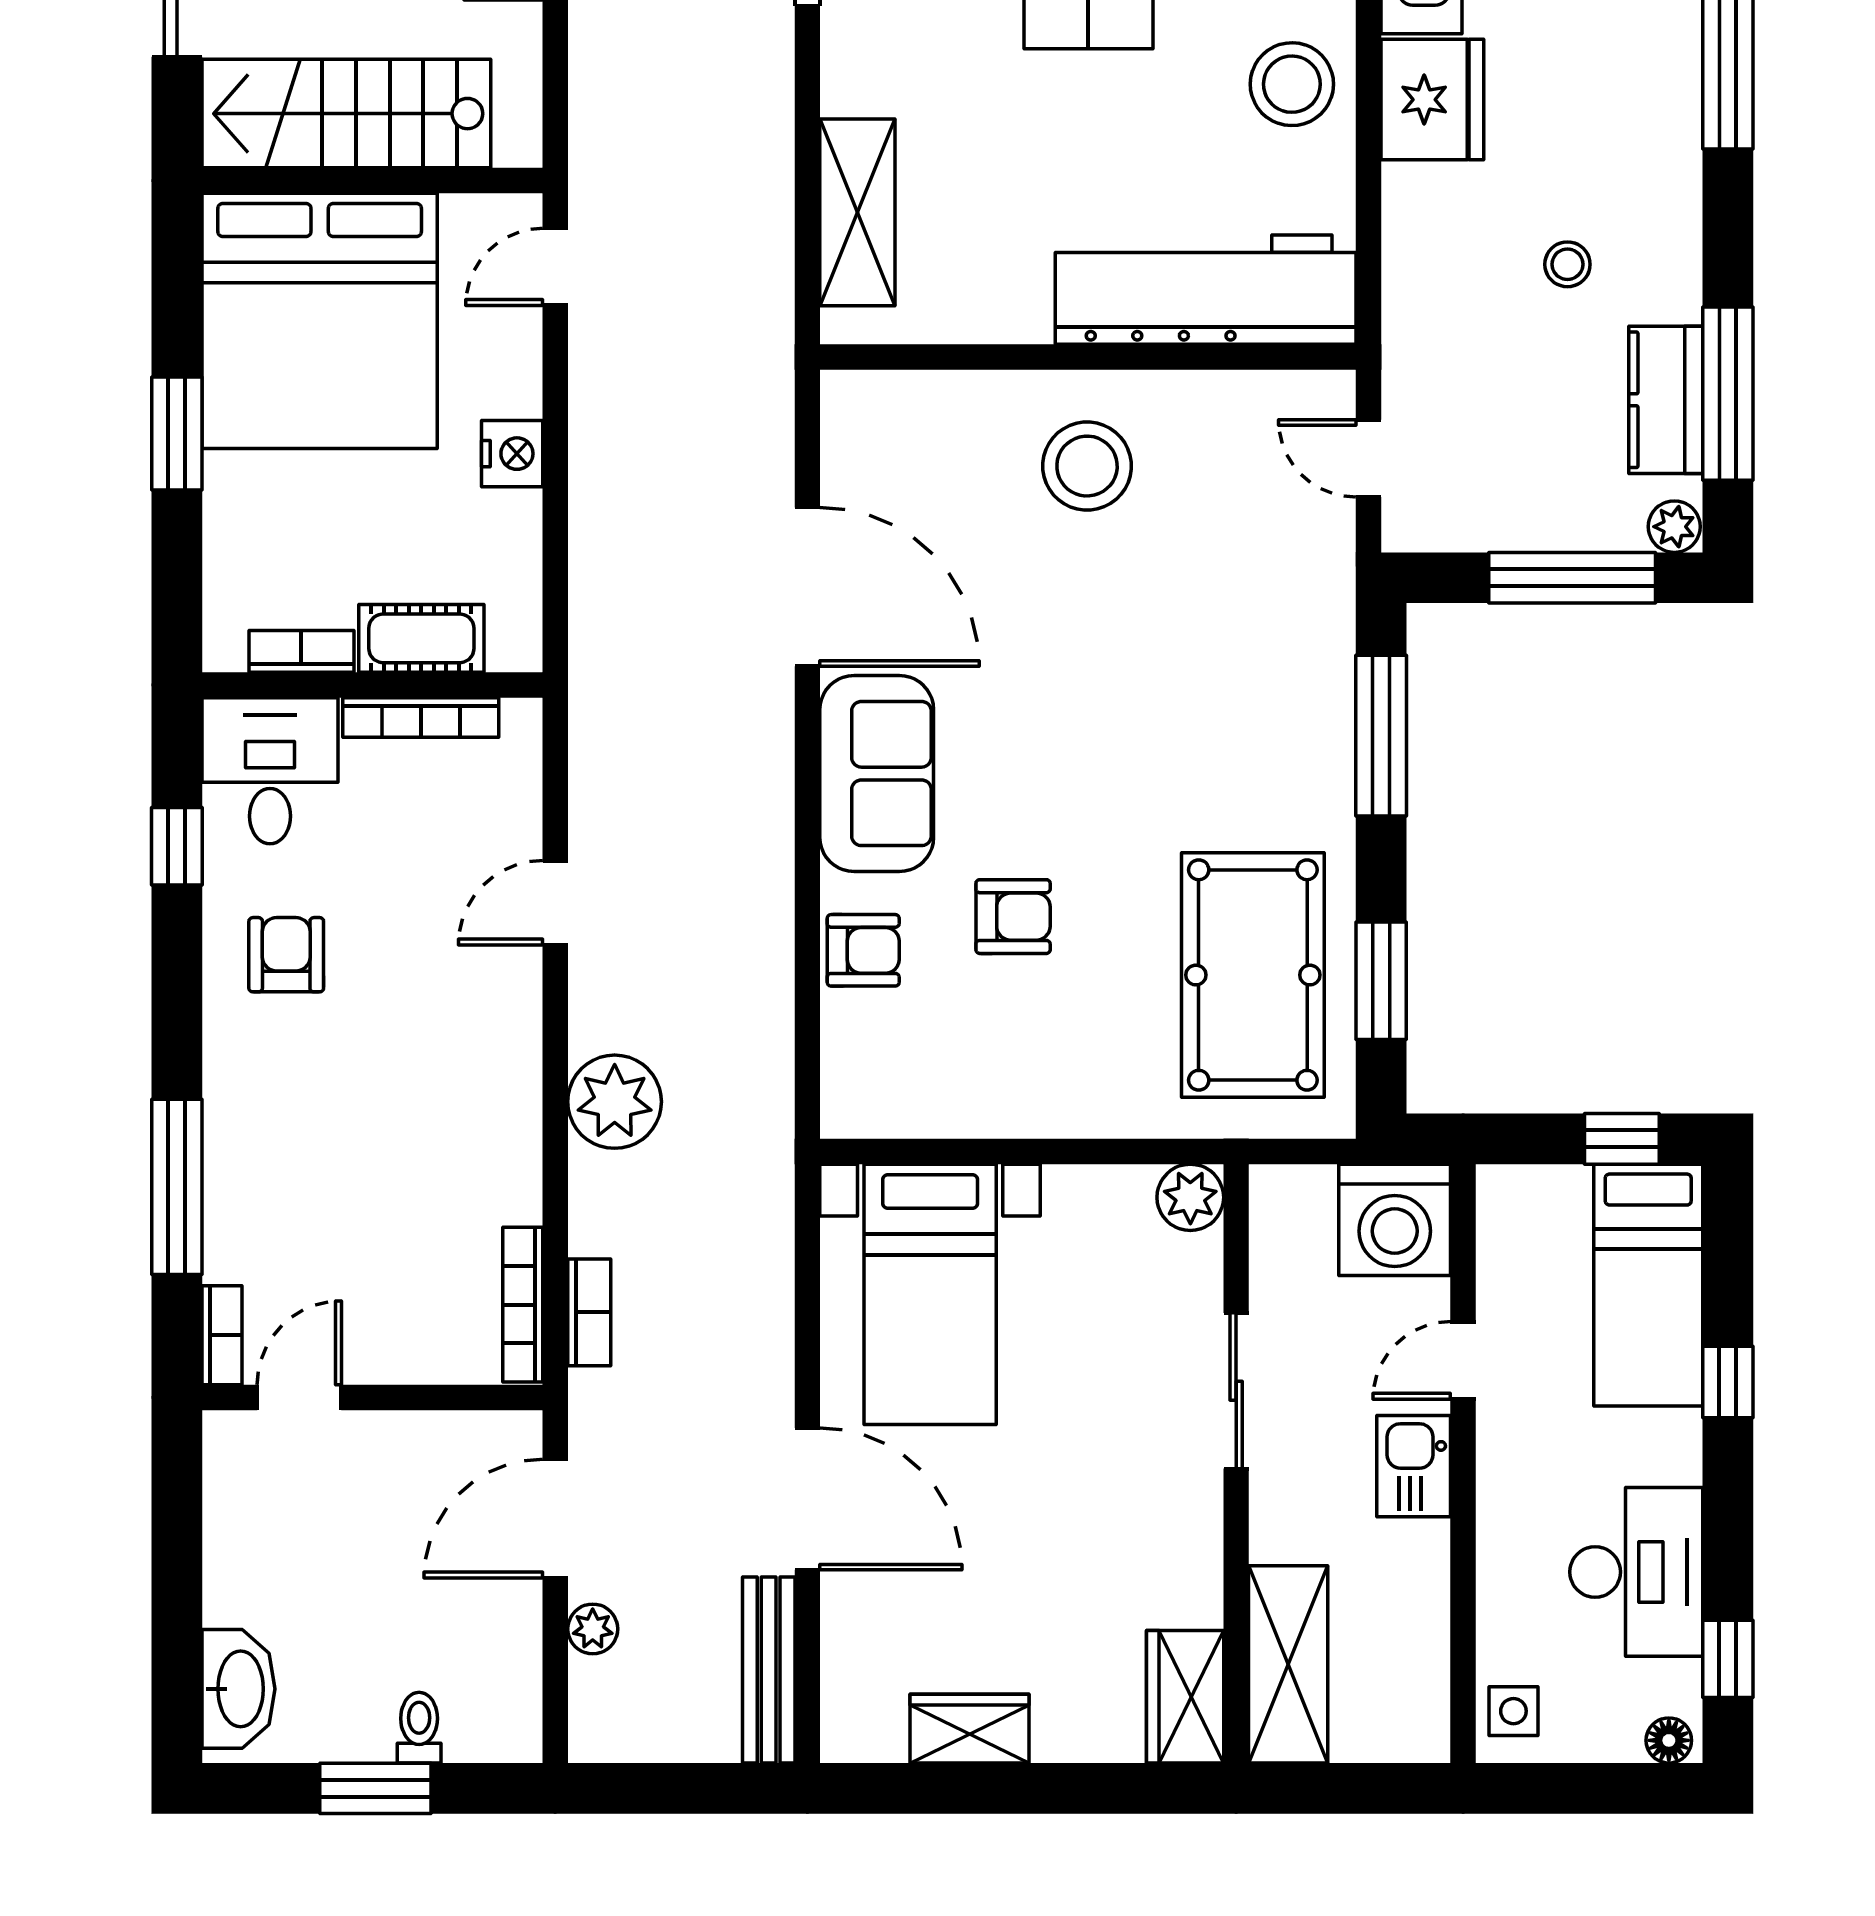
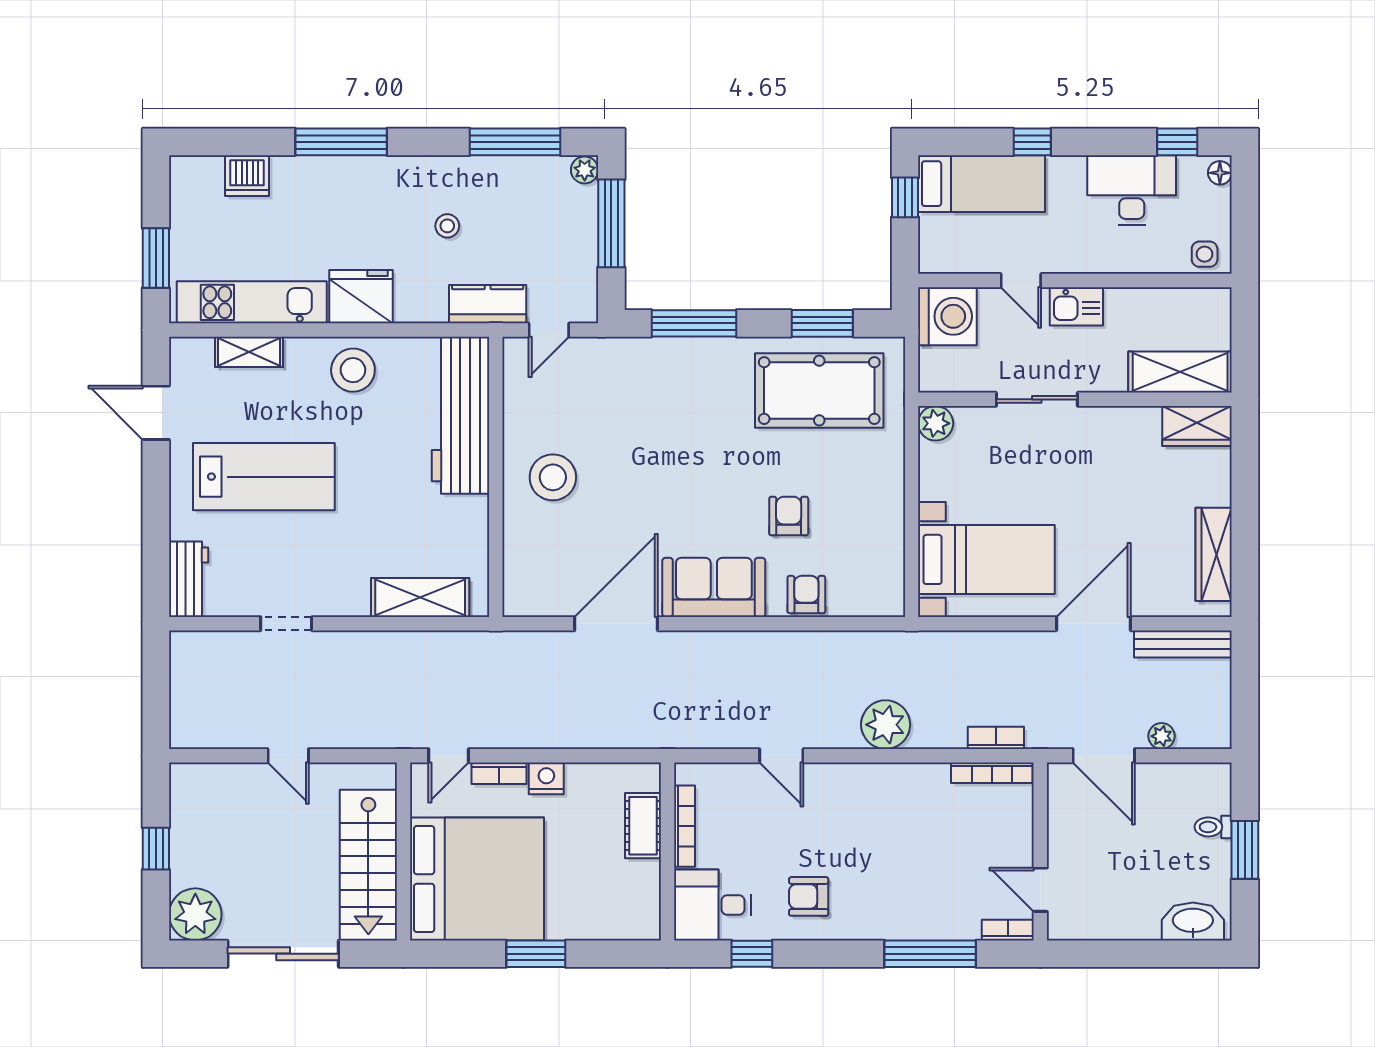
door: (555, 267) -> (449, 756), hinge flipped
kitchen counter: (1666, 400) -> (488, 304), moved, turned 180
bookcase: (301, 651) -> (499, 773), moved, turned -90
wardrobe: (969, 1729) -> (1214, 554), width x1.50

